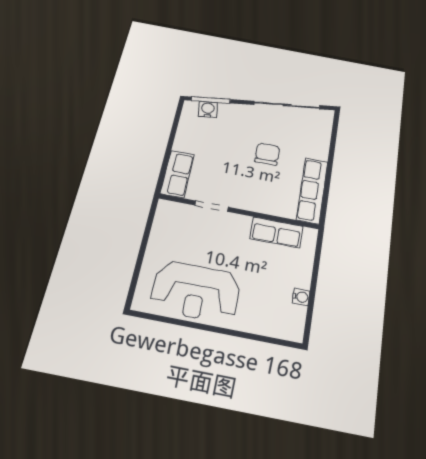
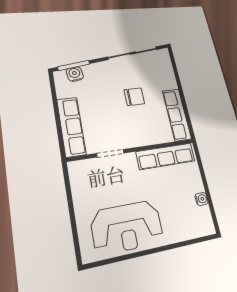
chair: (267, 154) -> (134, 97), turned 90
row of seats: (177, 174) -> (71, 127), width x1.48
row of seats: (277, 232) -> (166, 156), width x1.48

